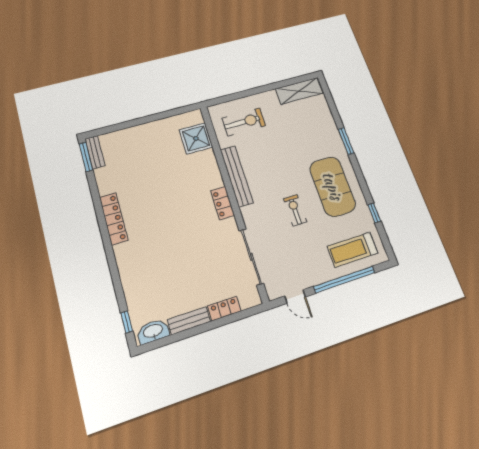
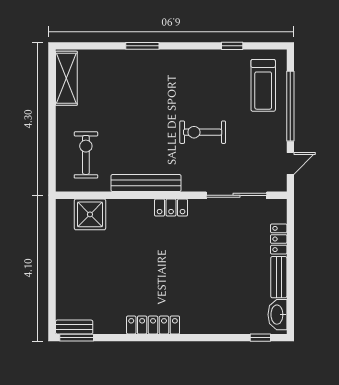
exercise mat: (332, 186) -> (189, 81), removed
exercise bike: (295, 210) -> (203, 132), width x1.38, depth x1.39

